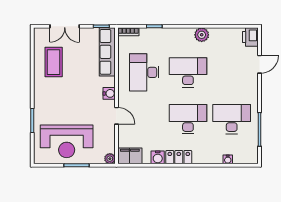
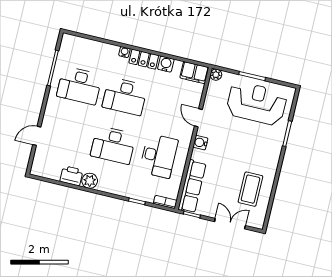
printer: (250, 37) -> (71, 176), moved, turned -90
water cooler: (228, 159) -> (124, 52), moved

